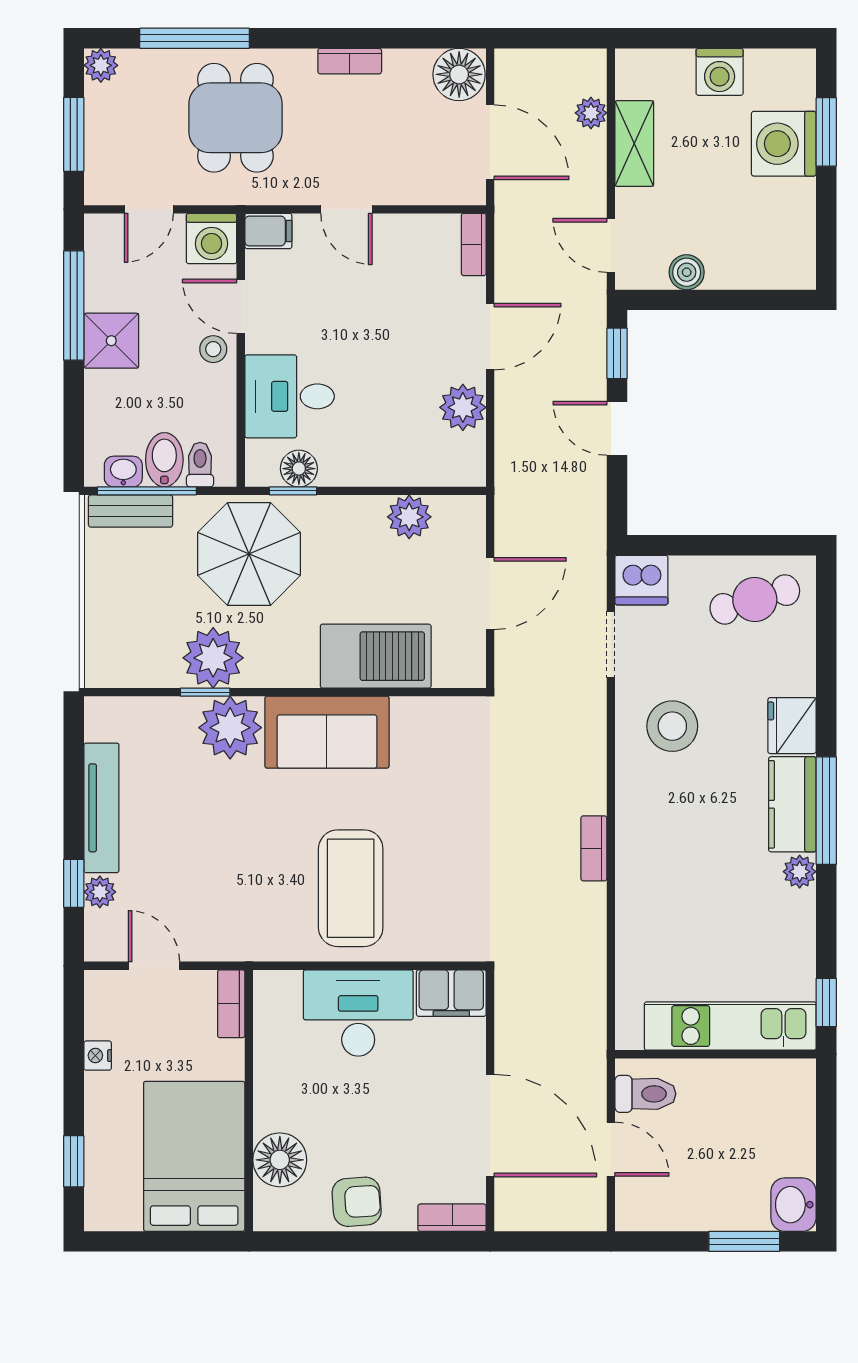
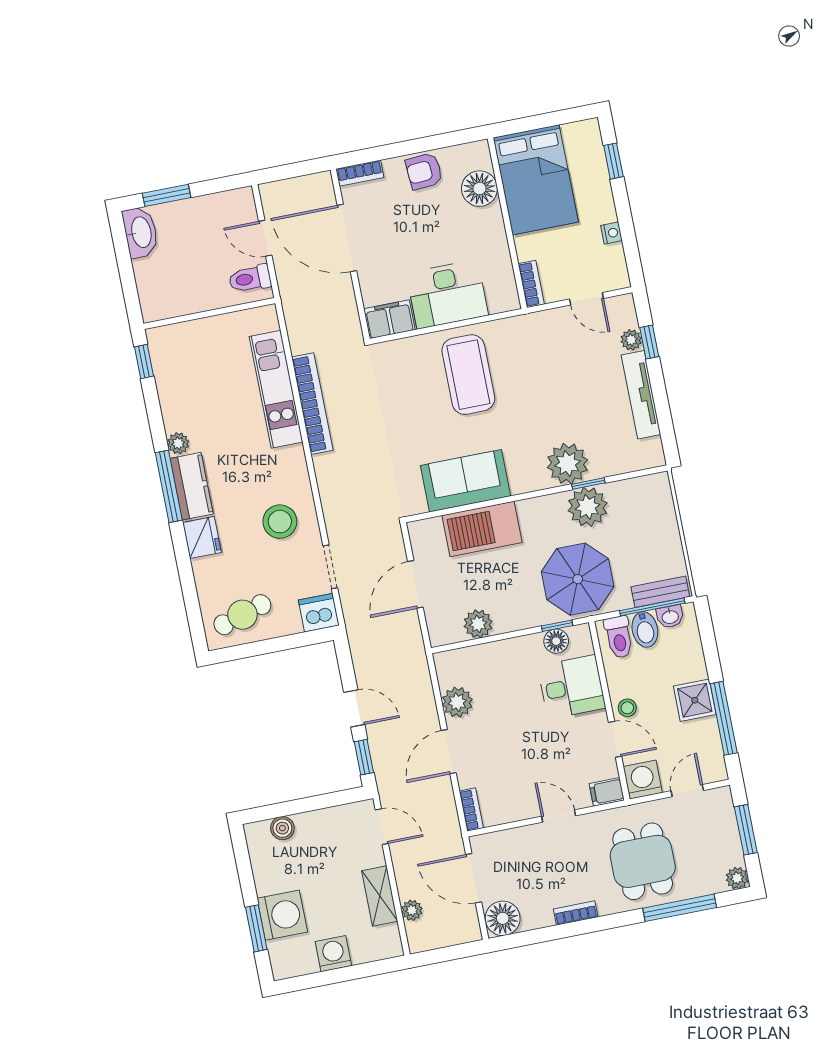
boiler: (687, 272) -> (282, 828), moved
toilet: (200, 465) -> (619, 637), width x1.37, depth x1.39
sofa: (327, 732) -> (466, 481), moved
bookcase: (594, 848) -> (312, 404), width x2.31, depth x1.31
kitchen unit: (730, 1026) -> (276, 389), moved, turned 90
washbasin: (794, 1205) -> (141, 232), width x1.38

